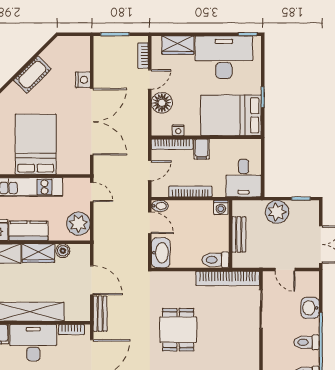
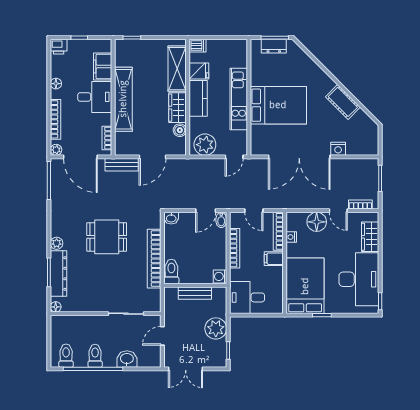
washbasin: (161, 253) -> (171, 218), width x0.52, depth x0.69
bookcase: (228, 278) -> (154, 259), moved
desk: (33, 343) -> (95, 97), width x0.73

